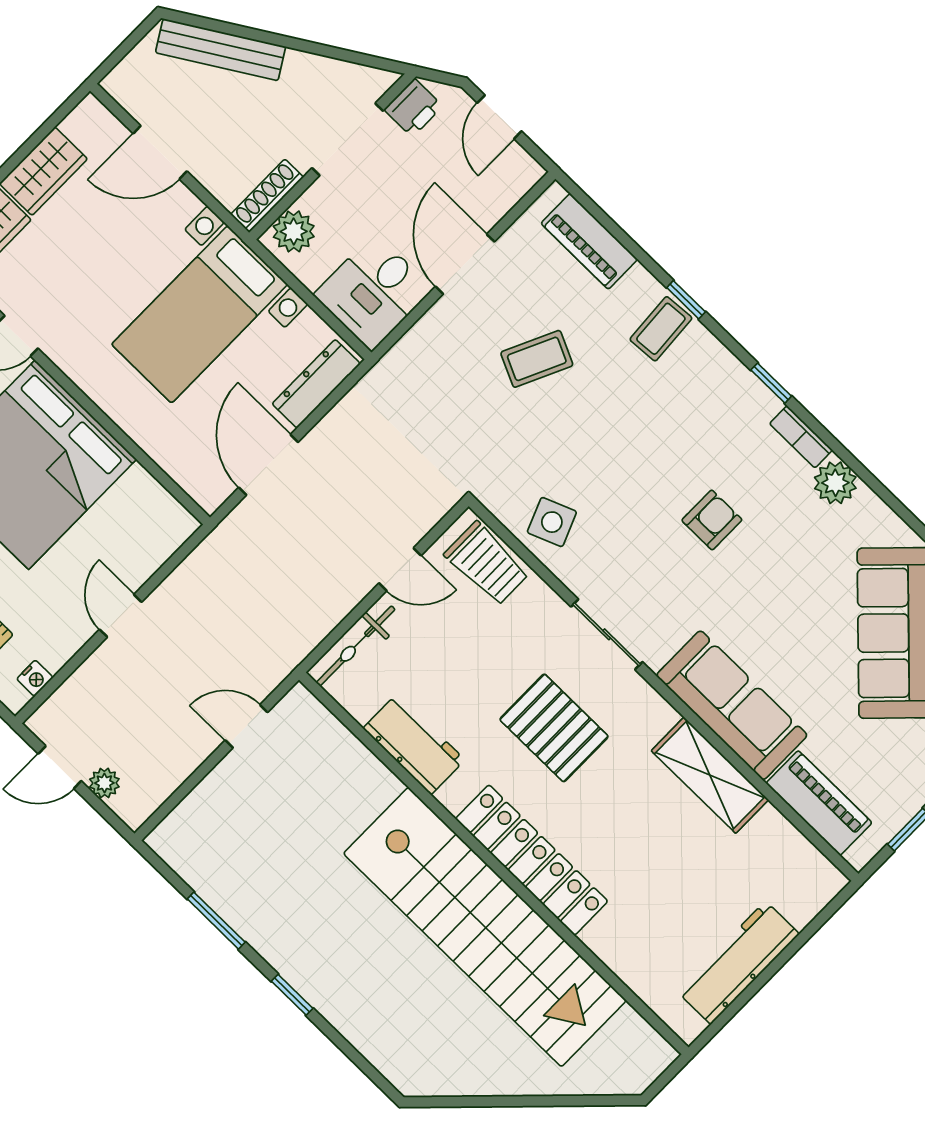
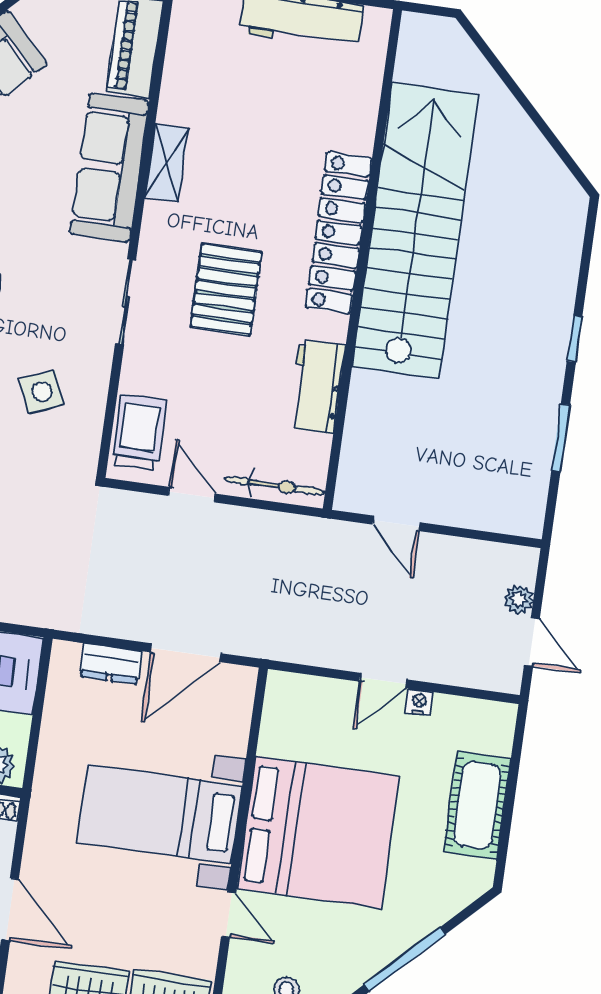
bed with nightstands: (200, 314) -> (159, 814), moved, turned 180
dresser: (316, 384) -> (111, 664), width x0.70
side table: (552, 522) -> (42, 392), moved
nightstand: (35, 678) -> (419, 702), moved
shelving: (710, 775) -> (167, 163), width x0.67, depth x0.75

